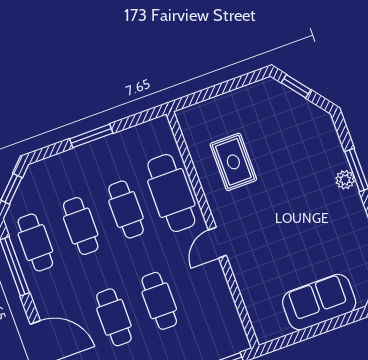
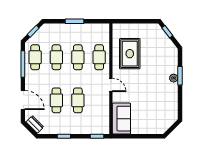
rug: (233, 162) -> (130, 54), width x1.36, depth x1.43
cafe table: (171, 193) -> (99, 57), width x0.73, depth x0.74
door: (217, 243) -> (111, 85), swing flipped
sofa: (319, 302) -> (121, 119), moved, turned 90

